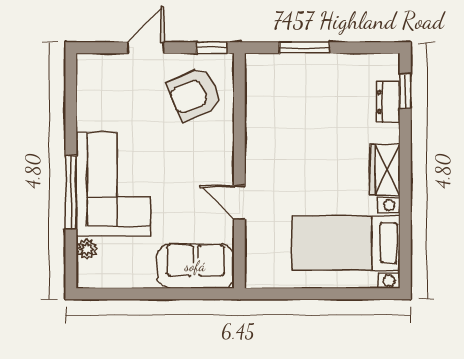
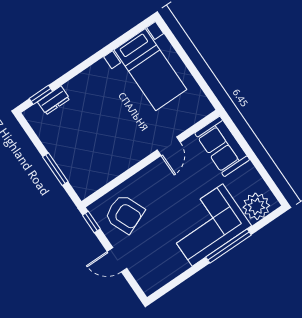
wardrobe: (385, 170) -> (94, 76), removed
plant: (87, 249) -> (256, 206), width x1.87, depth x1.87

